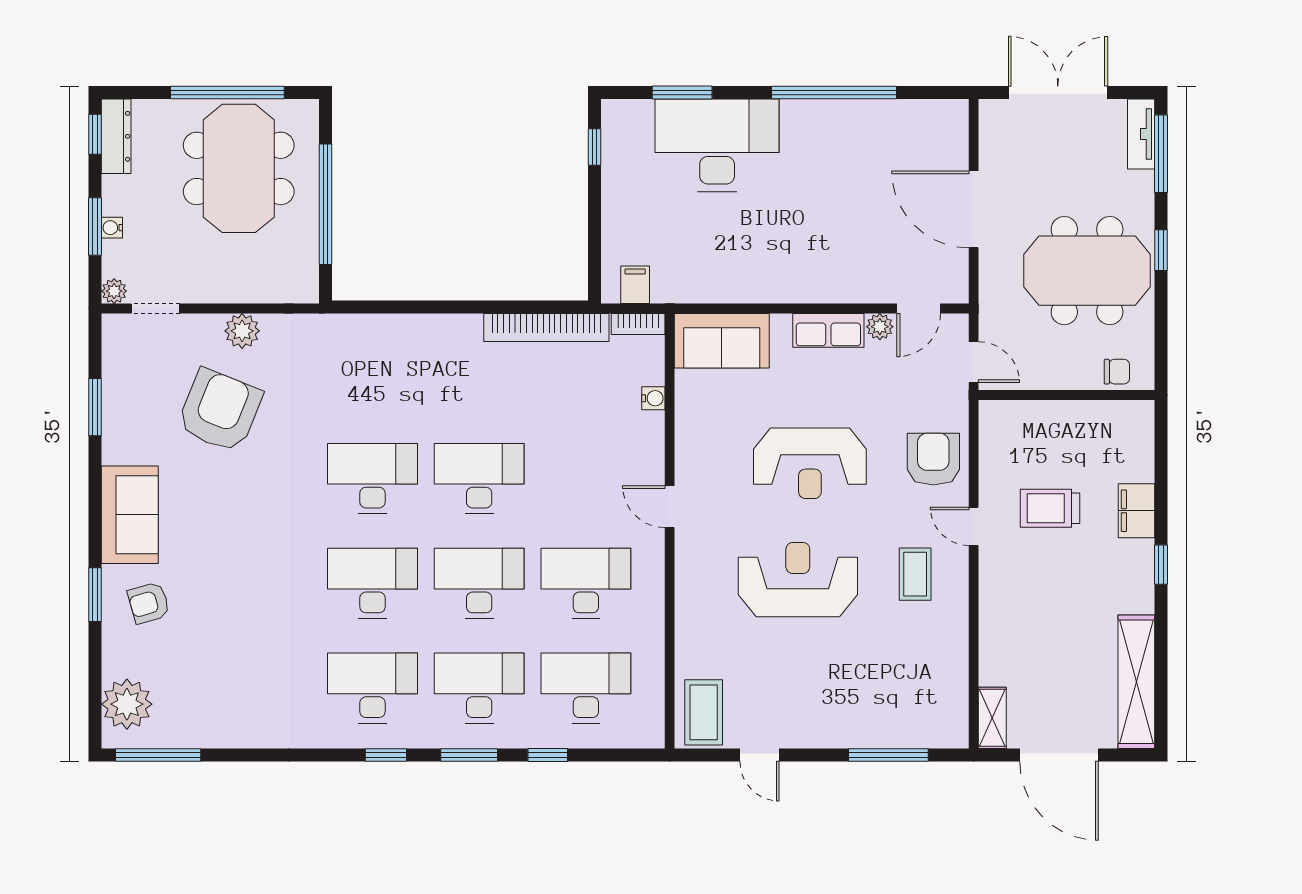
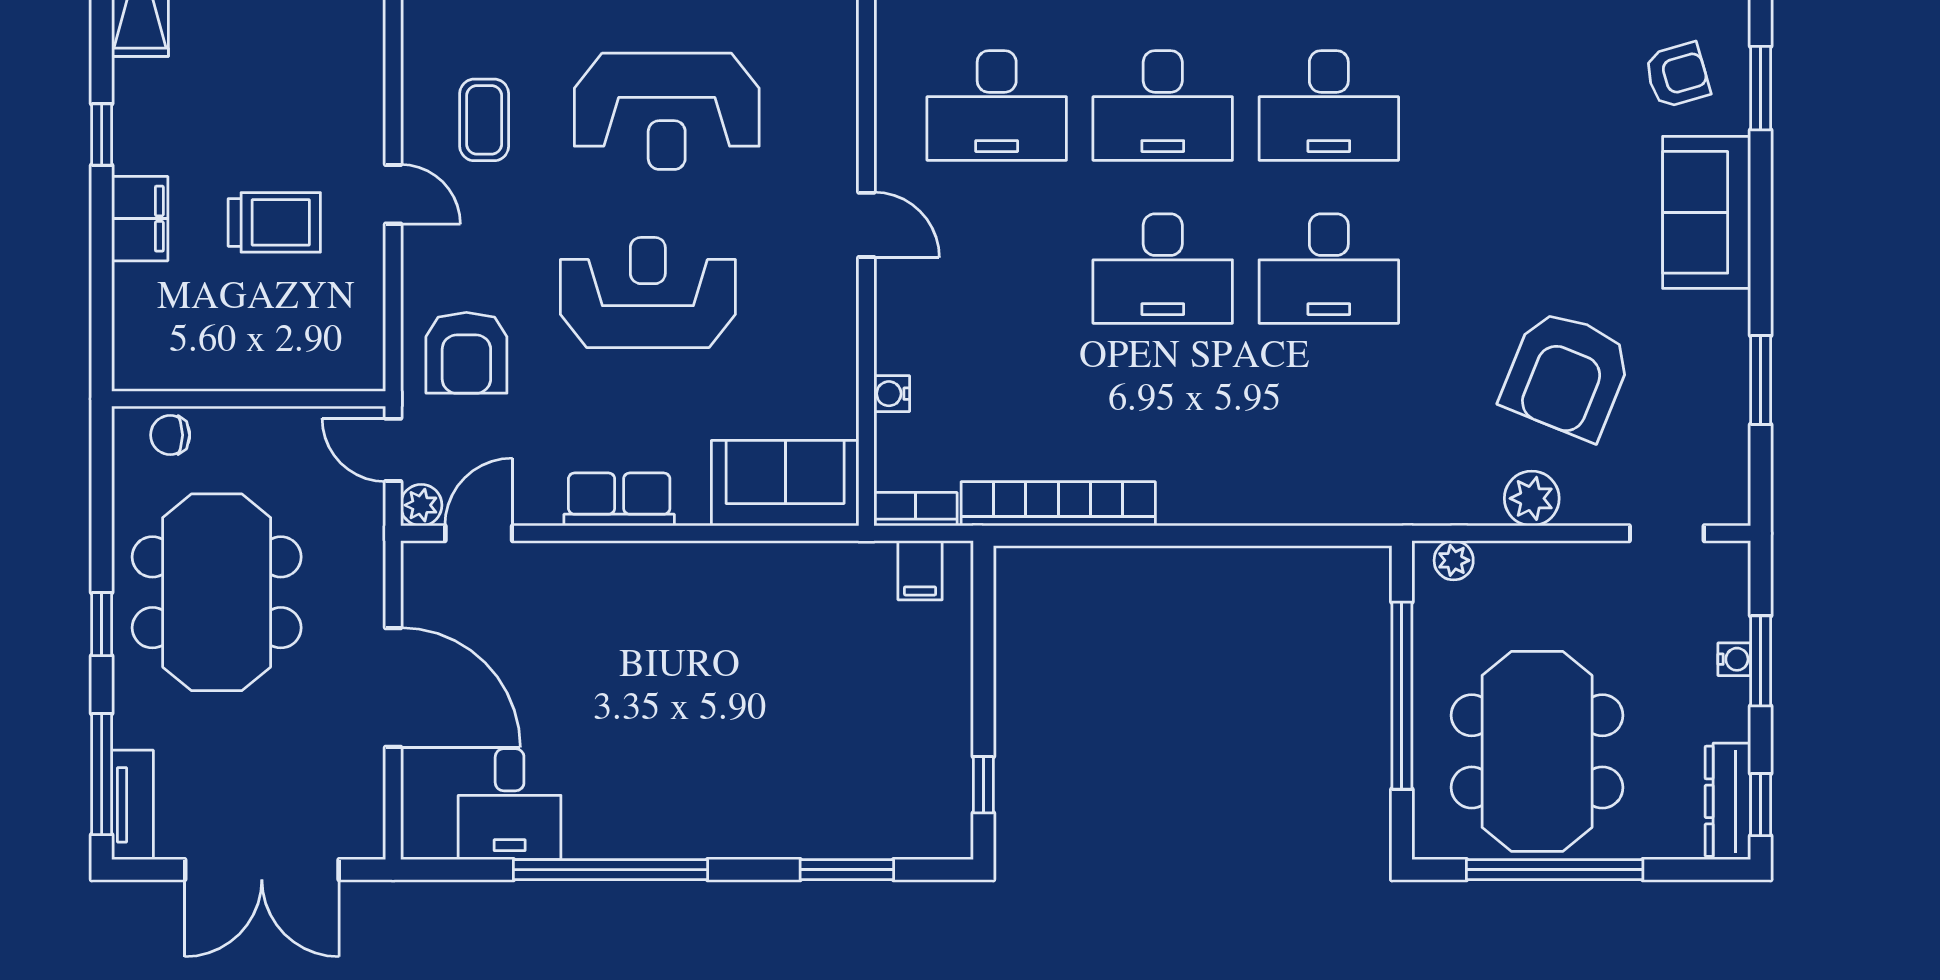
desk: (717, 145) -> (510, 804), moved, width x0.53, depth x0.77
meeting table: (1087, 271) -> (217, 592), turned 90
plant: (114, 291) -> (1454, 560), moved
plant: (880, 327) -> (421, 505), moved
armchair: (933, 459) -> (466, 353), moved

